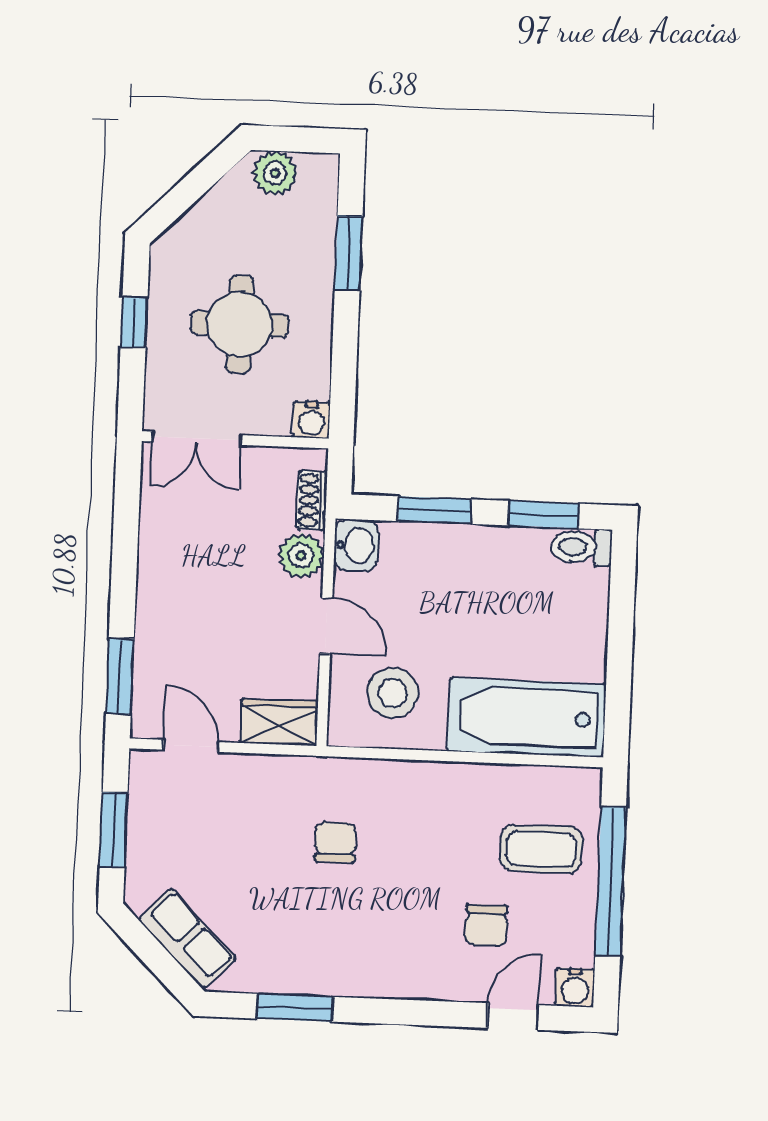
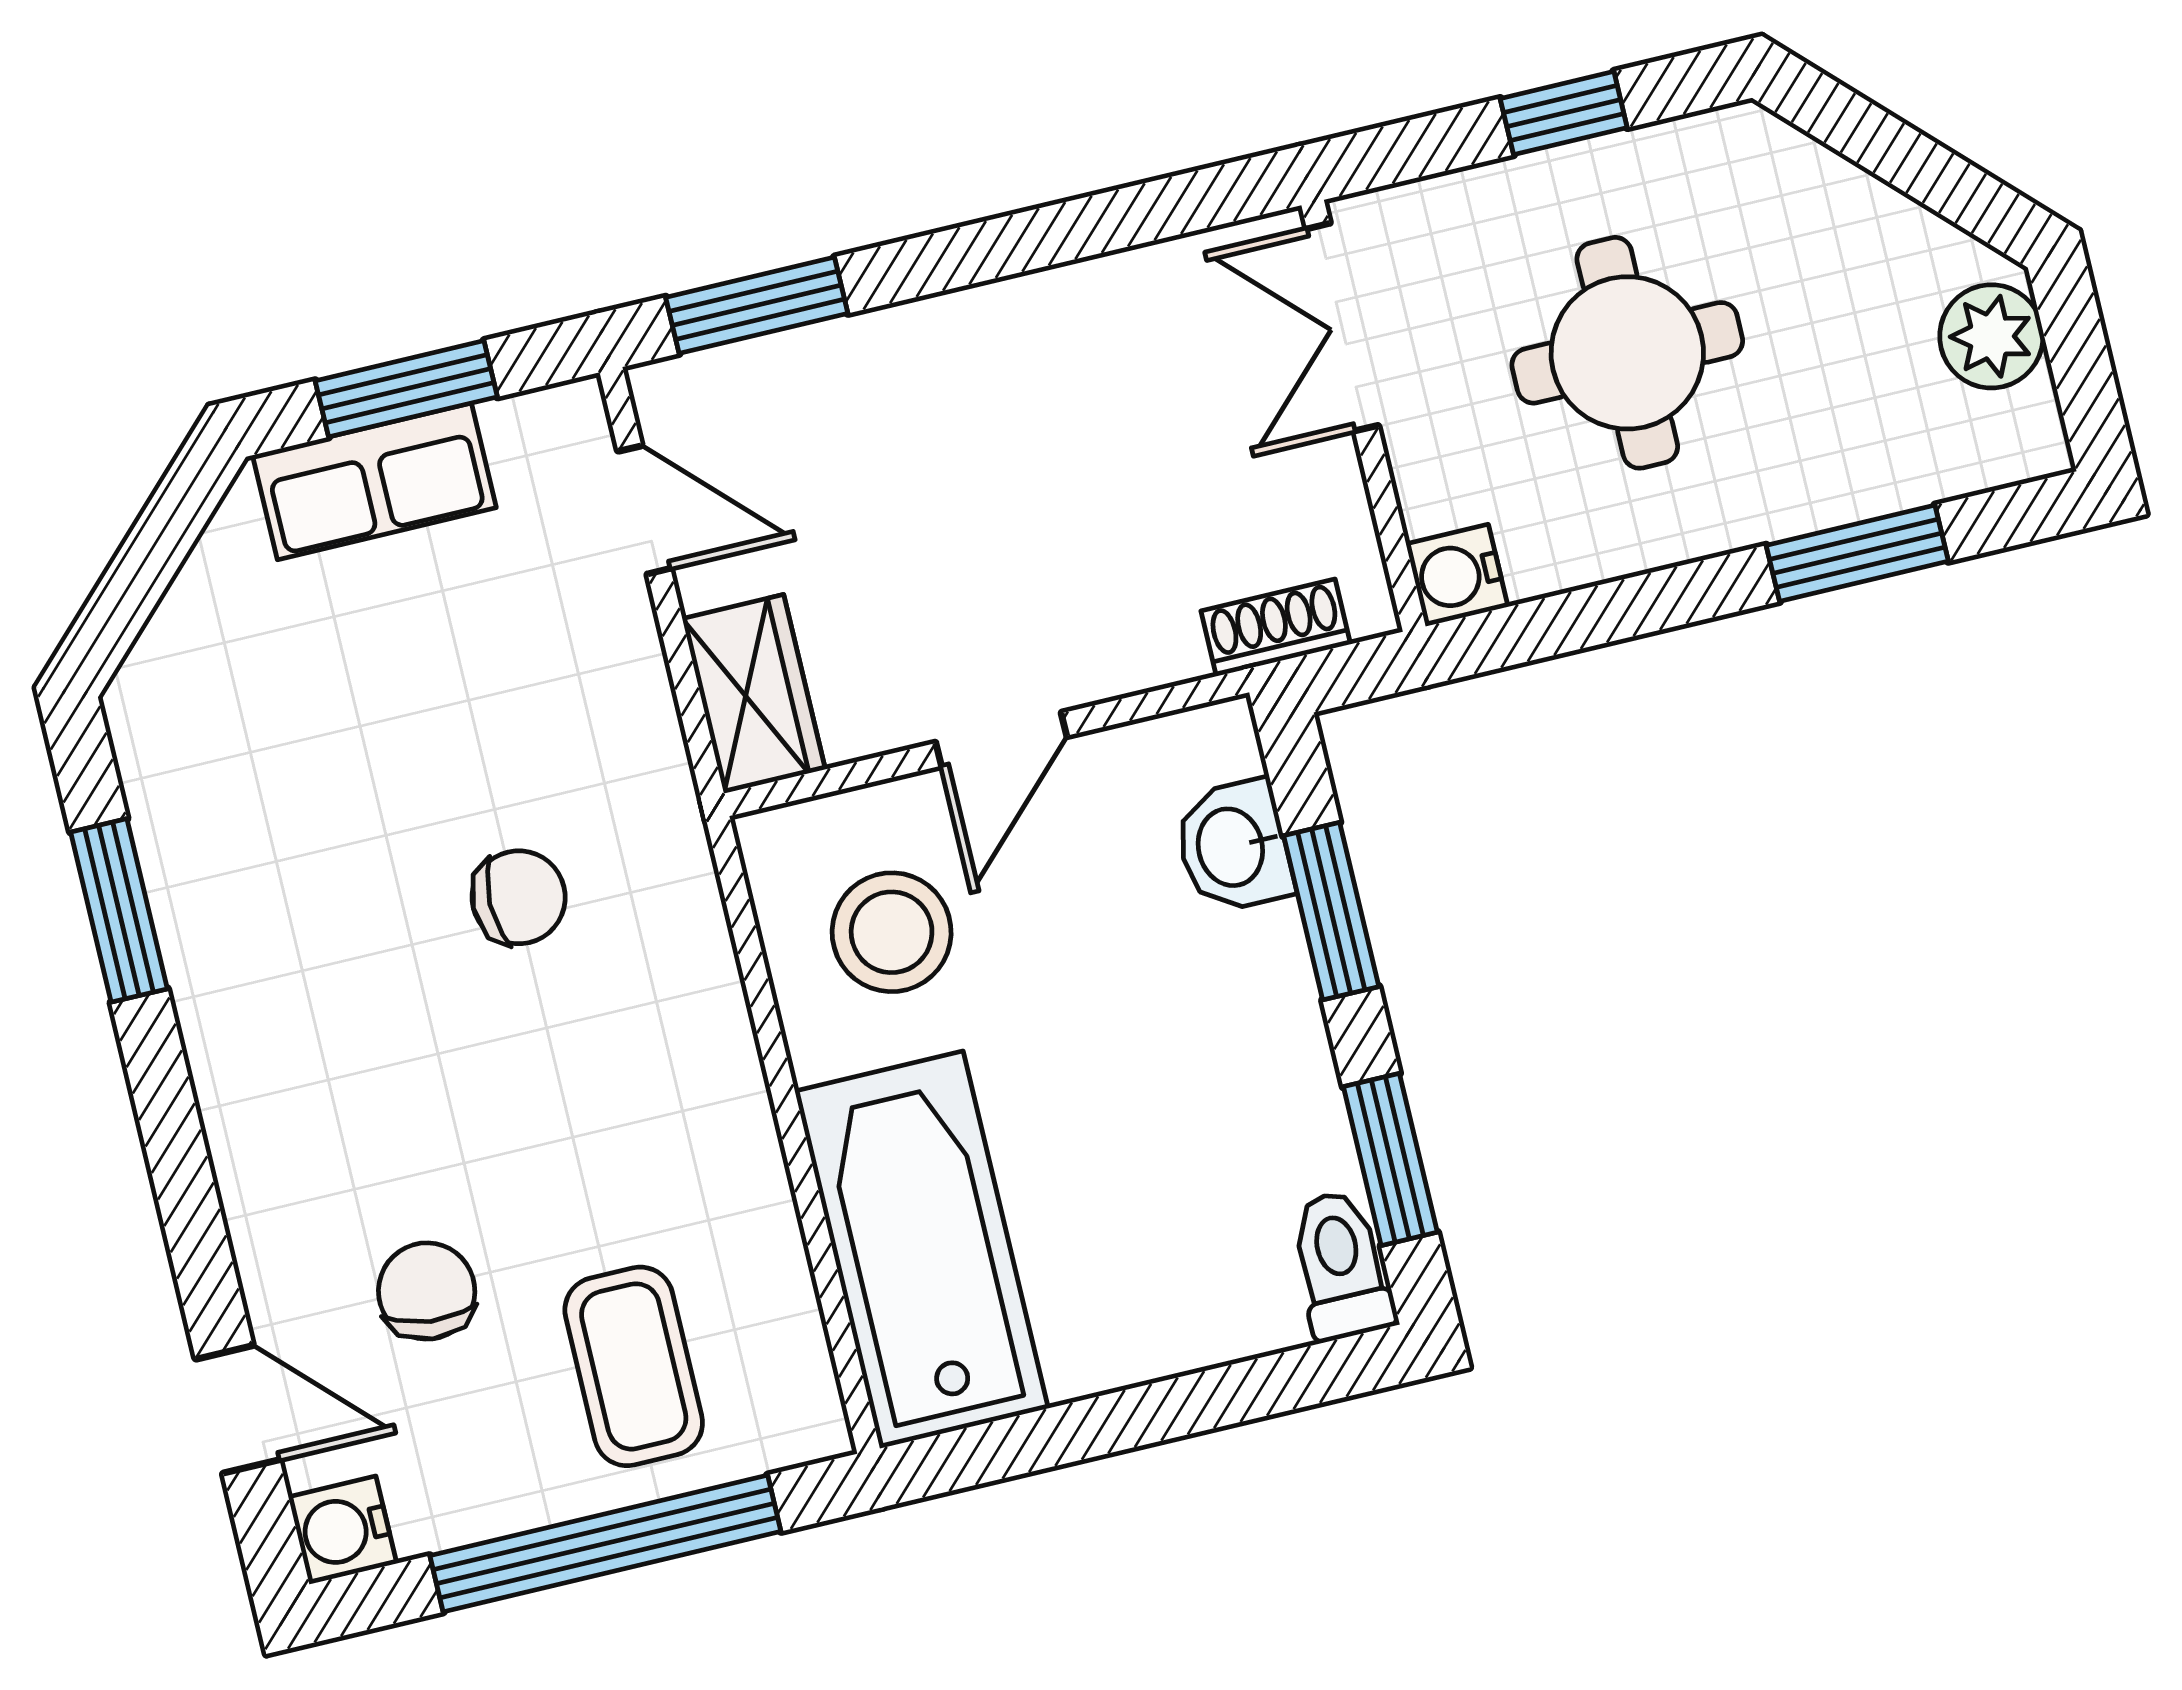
washbasin: (356, 545) -> (1233, 846), moved, turned 90
plant: (301, 556) -> (1144, 638), removed
door: (191, 746) -> (644, 510), hinge flipped
chair: (486, 925) -> (427, 1291), turned 96
row of seats: (187, 939) -> (374, 481), moved, turned 45

